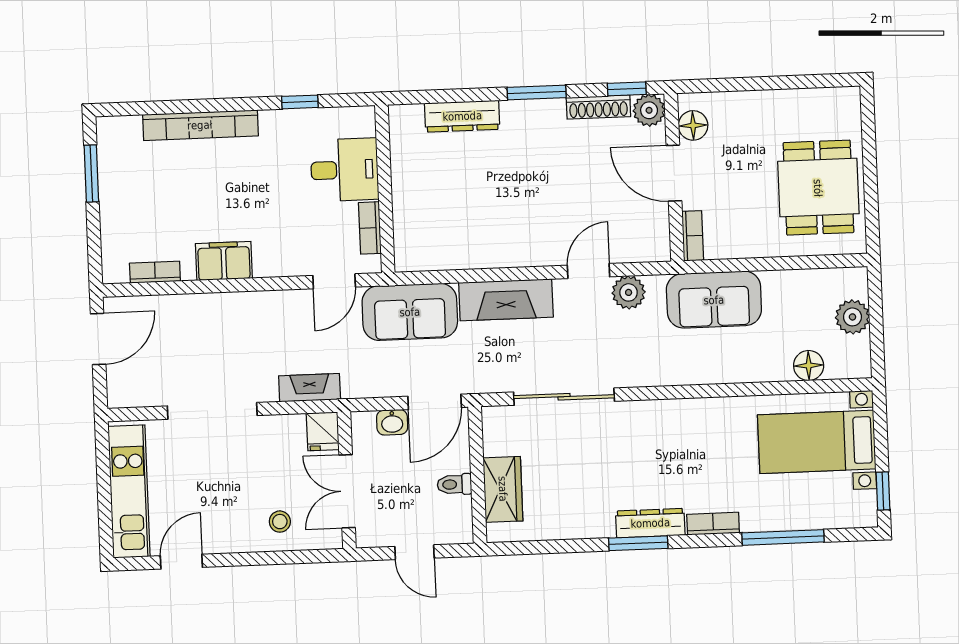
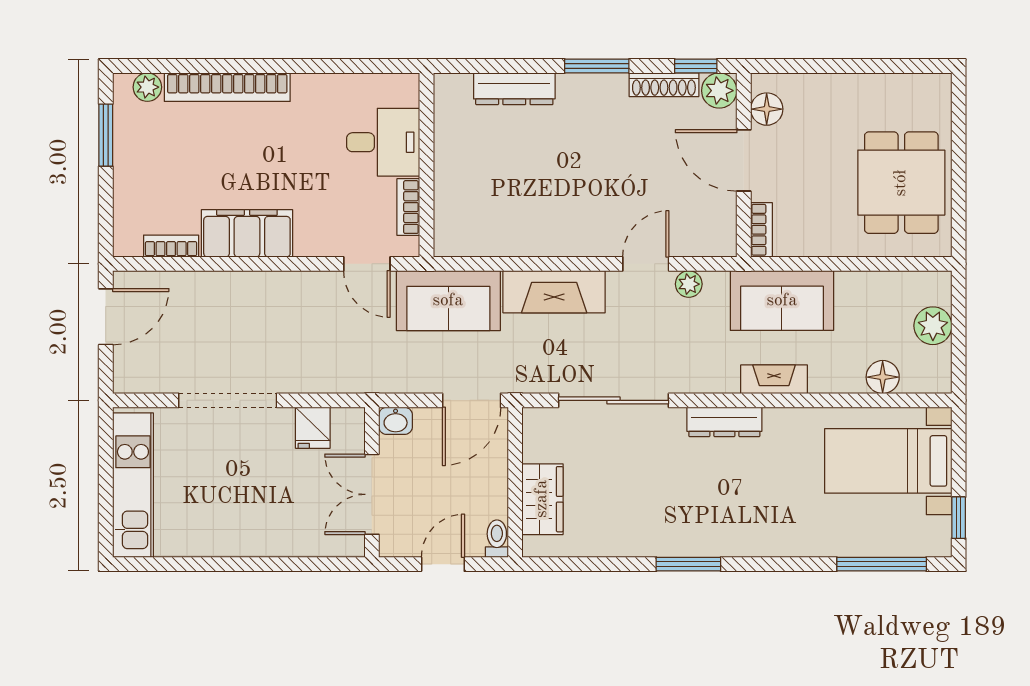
window: (300, 102) -> (337, 66), removed
plant: (128, 128) -> (147, 87), added
filing cabinet: (224, 261) -> (247, 233), width x1.50, depth x1.17
door: (334, 281) -> (367, 264), hinge flipped
plant: (629, 292) -> (689, 284), width x0.73, depth x0.73
fireplace: (310, 388) -> (774, 379), moved
washbasin: (392, 422) -> (396, 421), moved
fridge: (323, 431) -> (313, 428), moved
toilet: (454, 484) -> (497, 539), moved, turned 90
stool: (280, 522) -> (297, 525), removed
dresser: (650, 523) -> (724, 422), moved, turned 180
bookcase: (713, 524) -> (771, 546), removed
window: (783, 537) -> (882, 564), moved
door: (414, 552) -> (443, 564), swing flipped
door: (181, 562) -> (187, 564), removed

